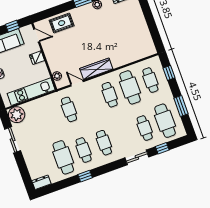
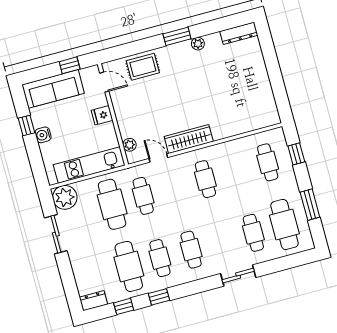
cafe table: (130, 87) -> (112, 204), moved
window: (162, 148) -> (124, 306), moved

